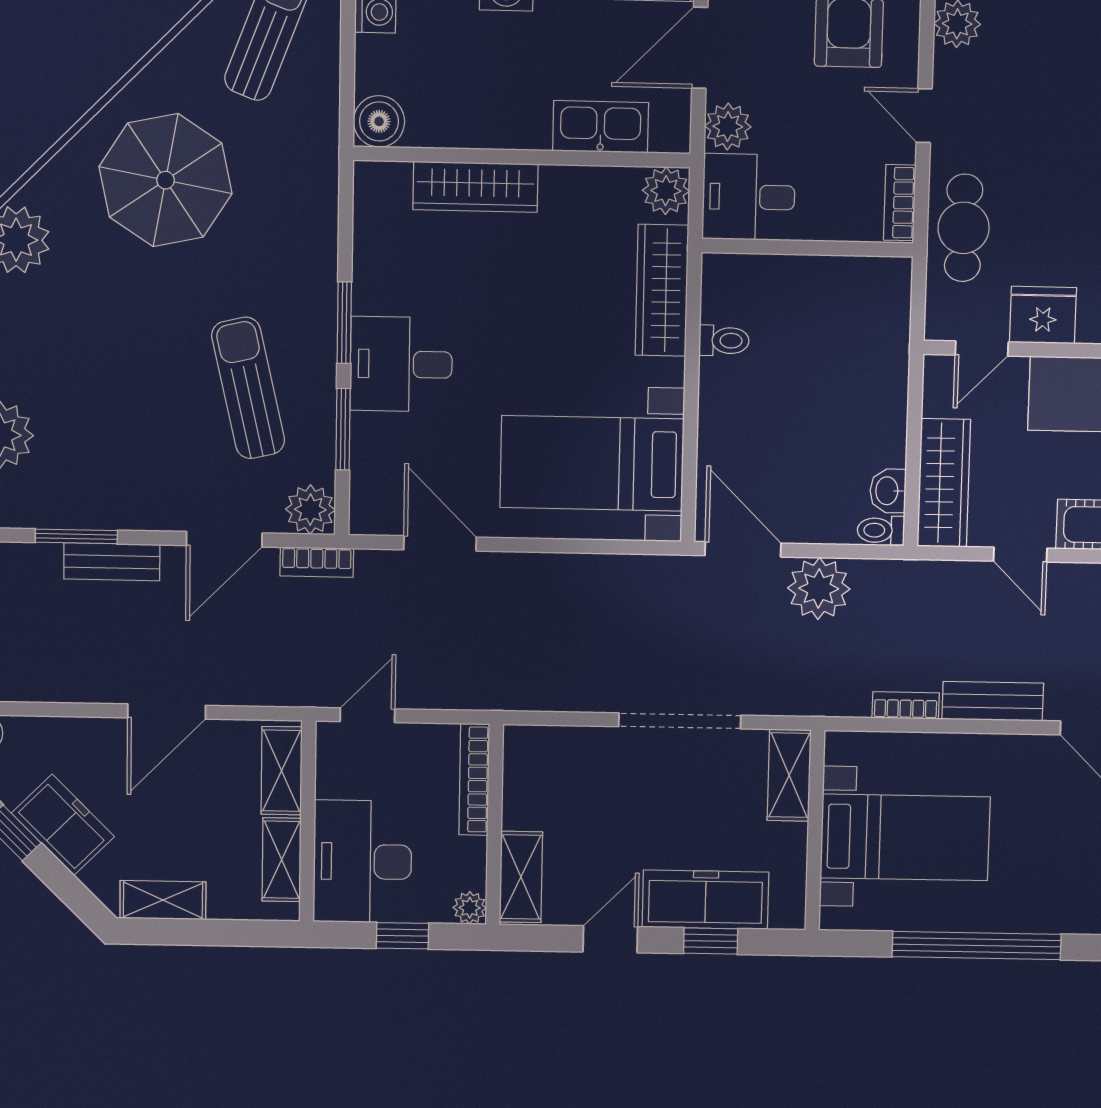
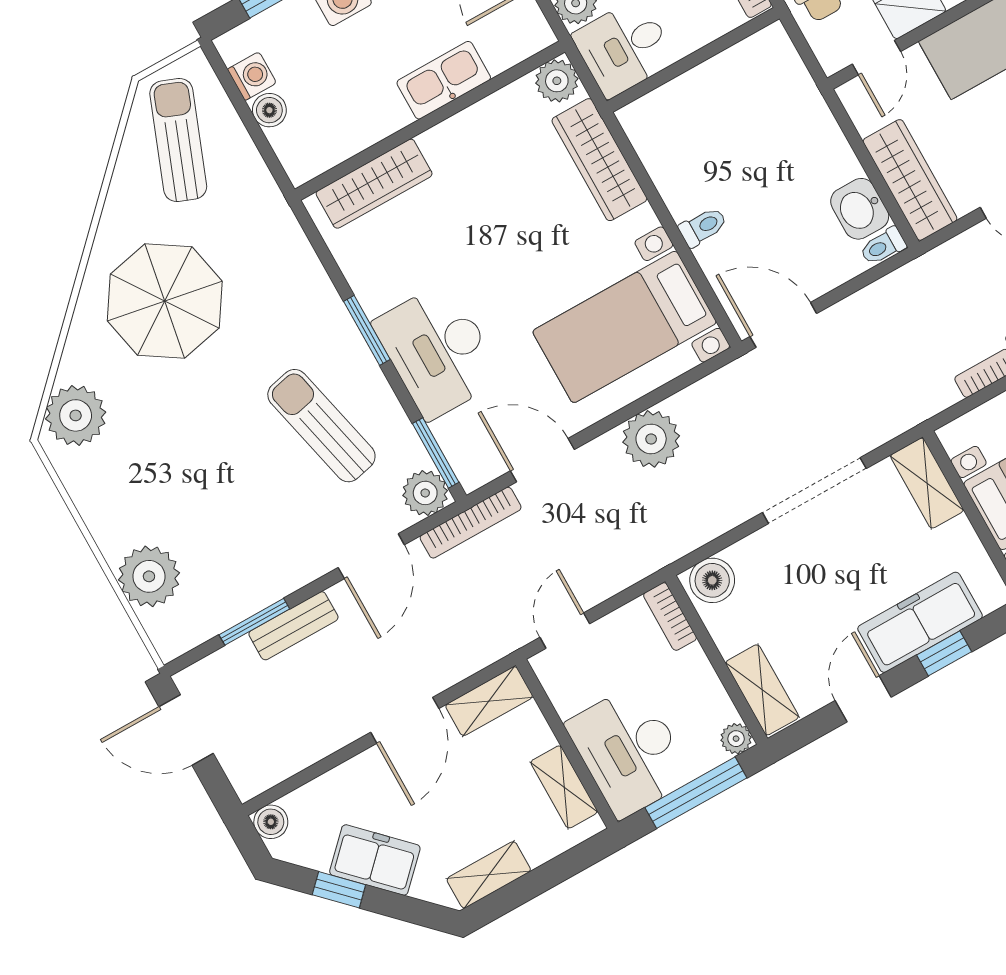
boiler: (379, 121) -> (269, 110), moved, width x0.73, depth x0.73
kitchen sink: (601, 127) -> (444, 80), moved
wardrobe: (475, 187) -> (374, 184), moved
toilet: (724, 341) -> (703, 227), moved
desk: (401, 364) -> (438, 351), width x1.37
window: (343, 429) -> (436, 453), moved
washbasin: (888, 491) -> (860, 209), width x1.38, depth x1.45
bookcase: (317, 562) -> (471, 523), width x1.56
plant: (819, 588) -> (651, 439), moved
boiler: (534, 749) -> (712, 580), added
shelving: (282, 771) -> (489, 701), moved, turned 90
bookcase: (474, 779) -> (670, 616), width x0.64
window: (402, 936) -> (696, 793), width x2.17

